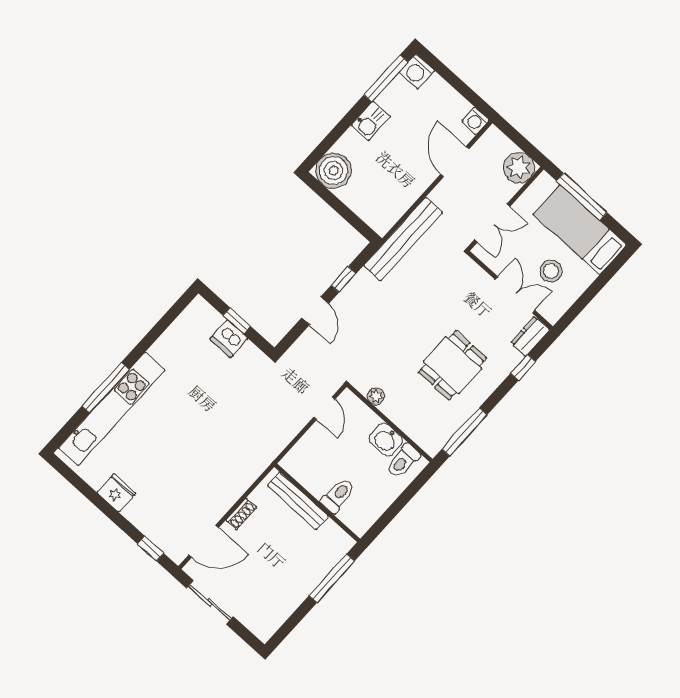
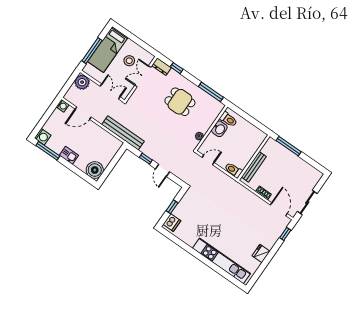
door: (315, 311) -> (162, 170), swing flipped
dishwasher: (229, 339) -> (172, 223), moved
window: (106, 388) -> (212, 265), removed
toilet: (338, 495) -> (233, 170), moved

